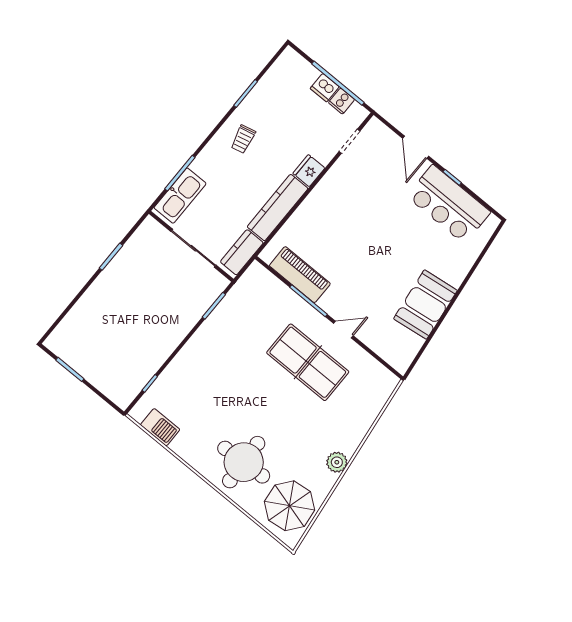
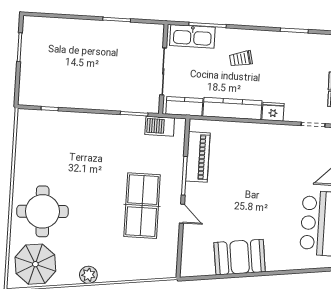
trolley: (243, 139) -> (241, 59), moved
barbecue: (160, 427) -> (160, 126), moved, turned 90

